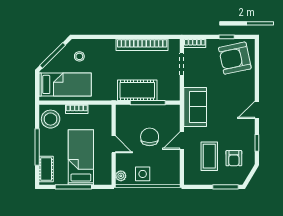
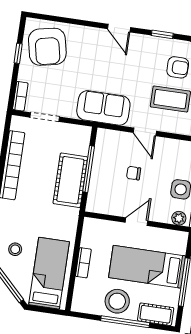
stool: (51, 119) -> (117, 301), moved
chair: (150, 137) -> (134, 173), width x0.54, depth x0.54

